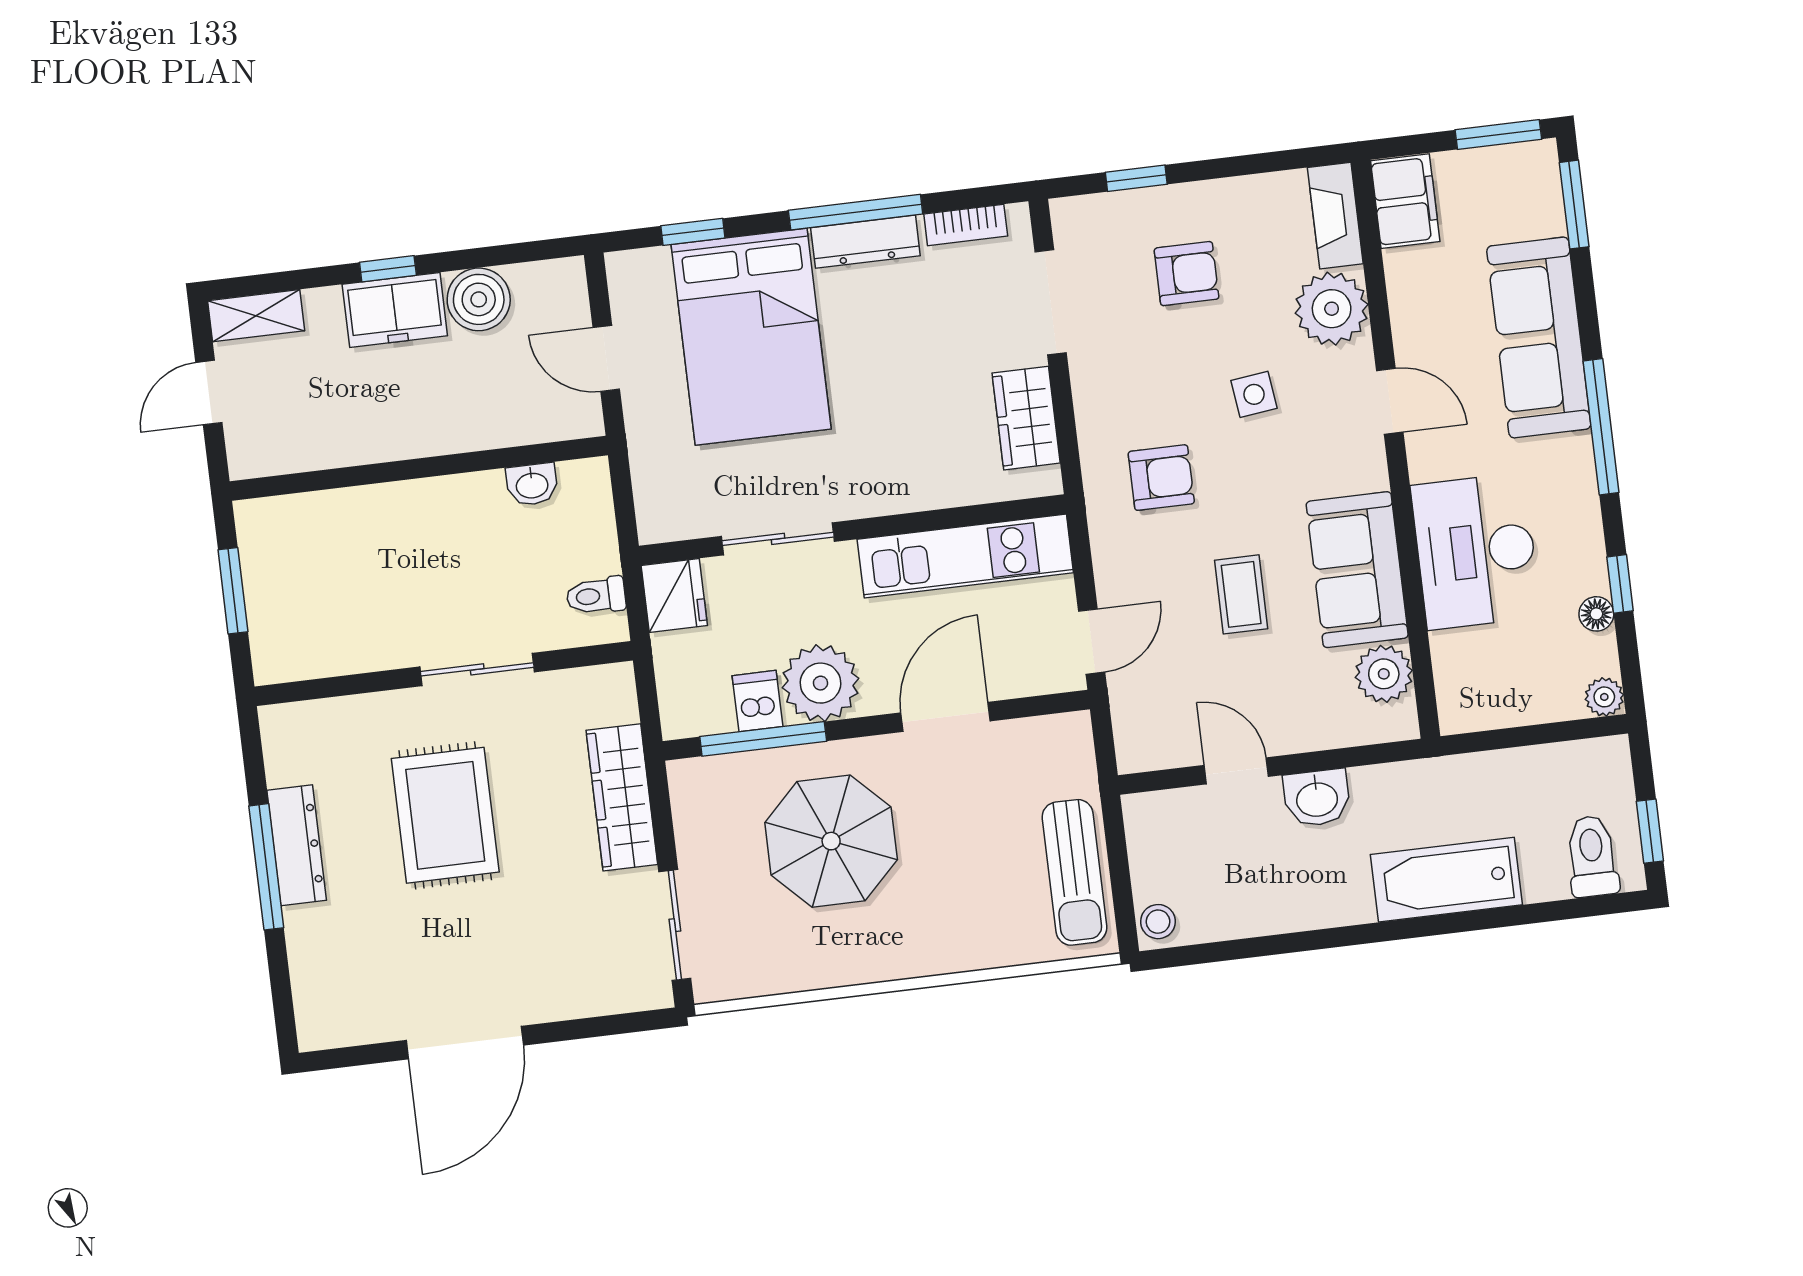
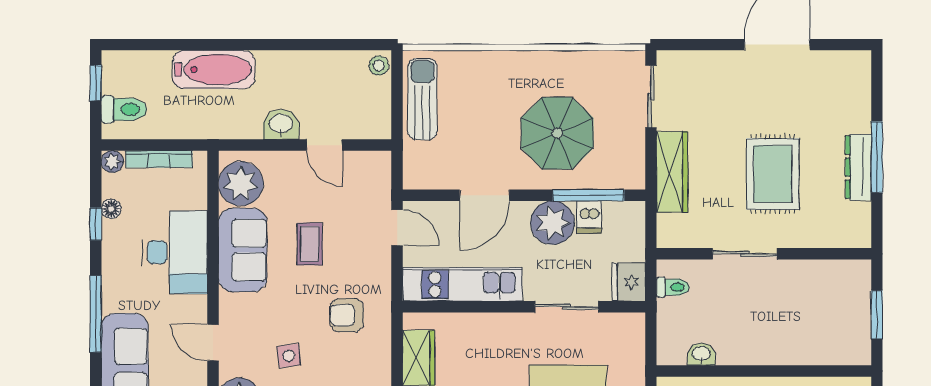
door: (1092, 642) -> (397, 228), swing flipped
plant: (1384, 674) -> (241, 184), width x1.36, depth x1.36
bookcase: (1523, 711) -> (159, 159), added
toilet: (1592, 856) -> (124, 109), moved, turned -90

